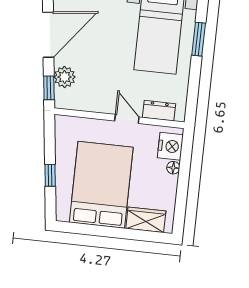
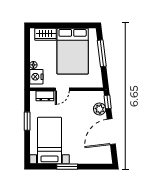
window: (199, 39) -> (27, 121), moved
door: (127, 119) -> (62, 89), hinge flipped
window: (50, 175) -> (102, 53), width x2.17

